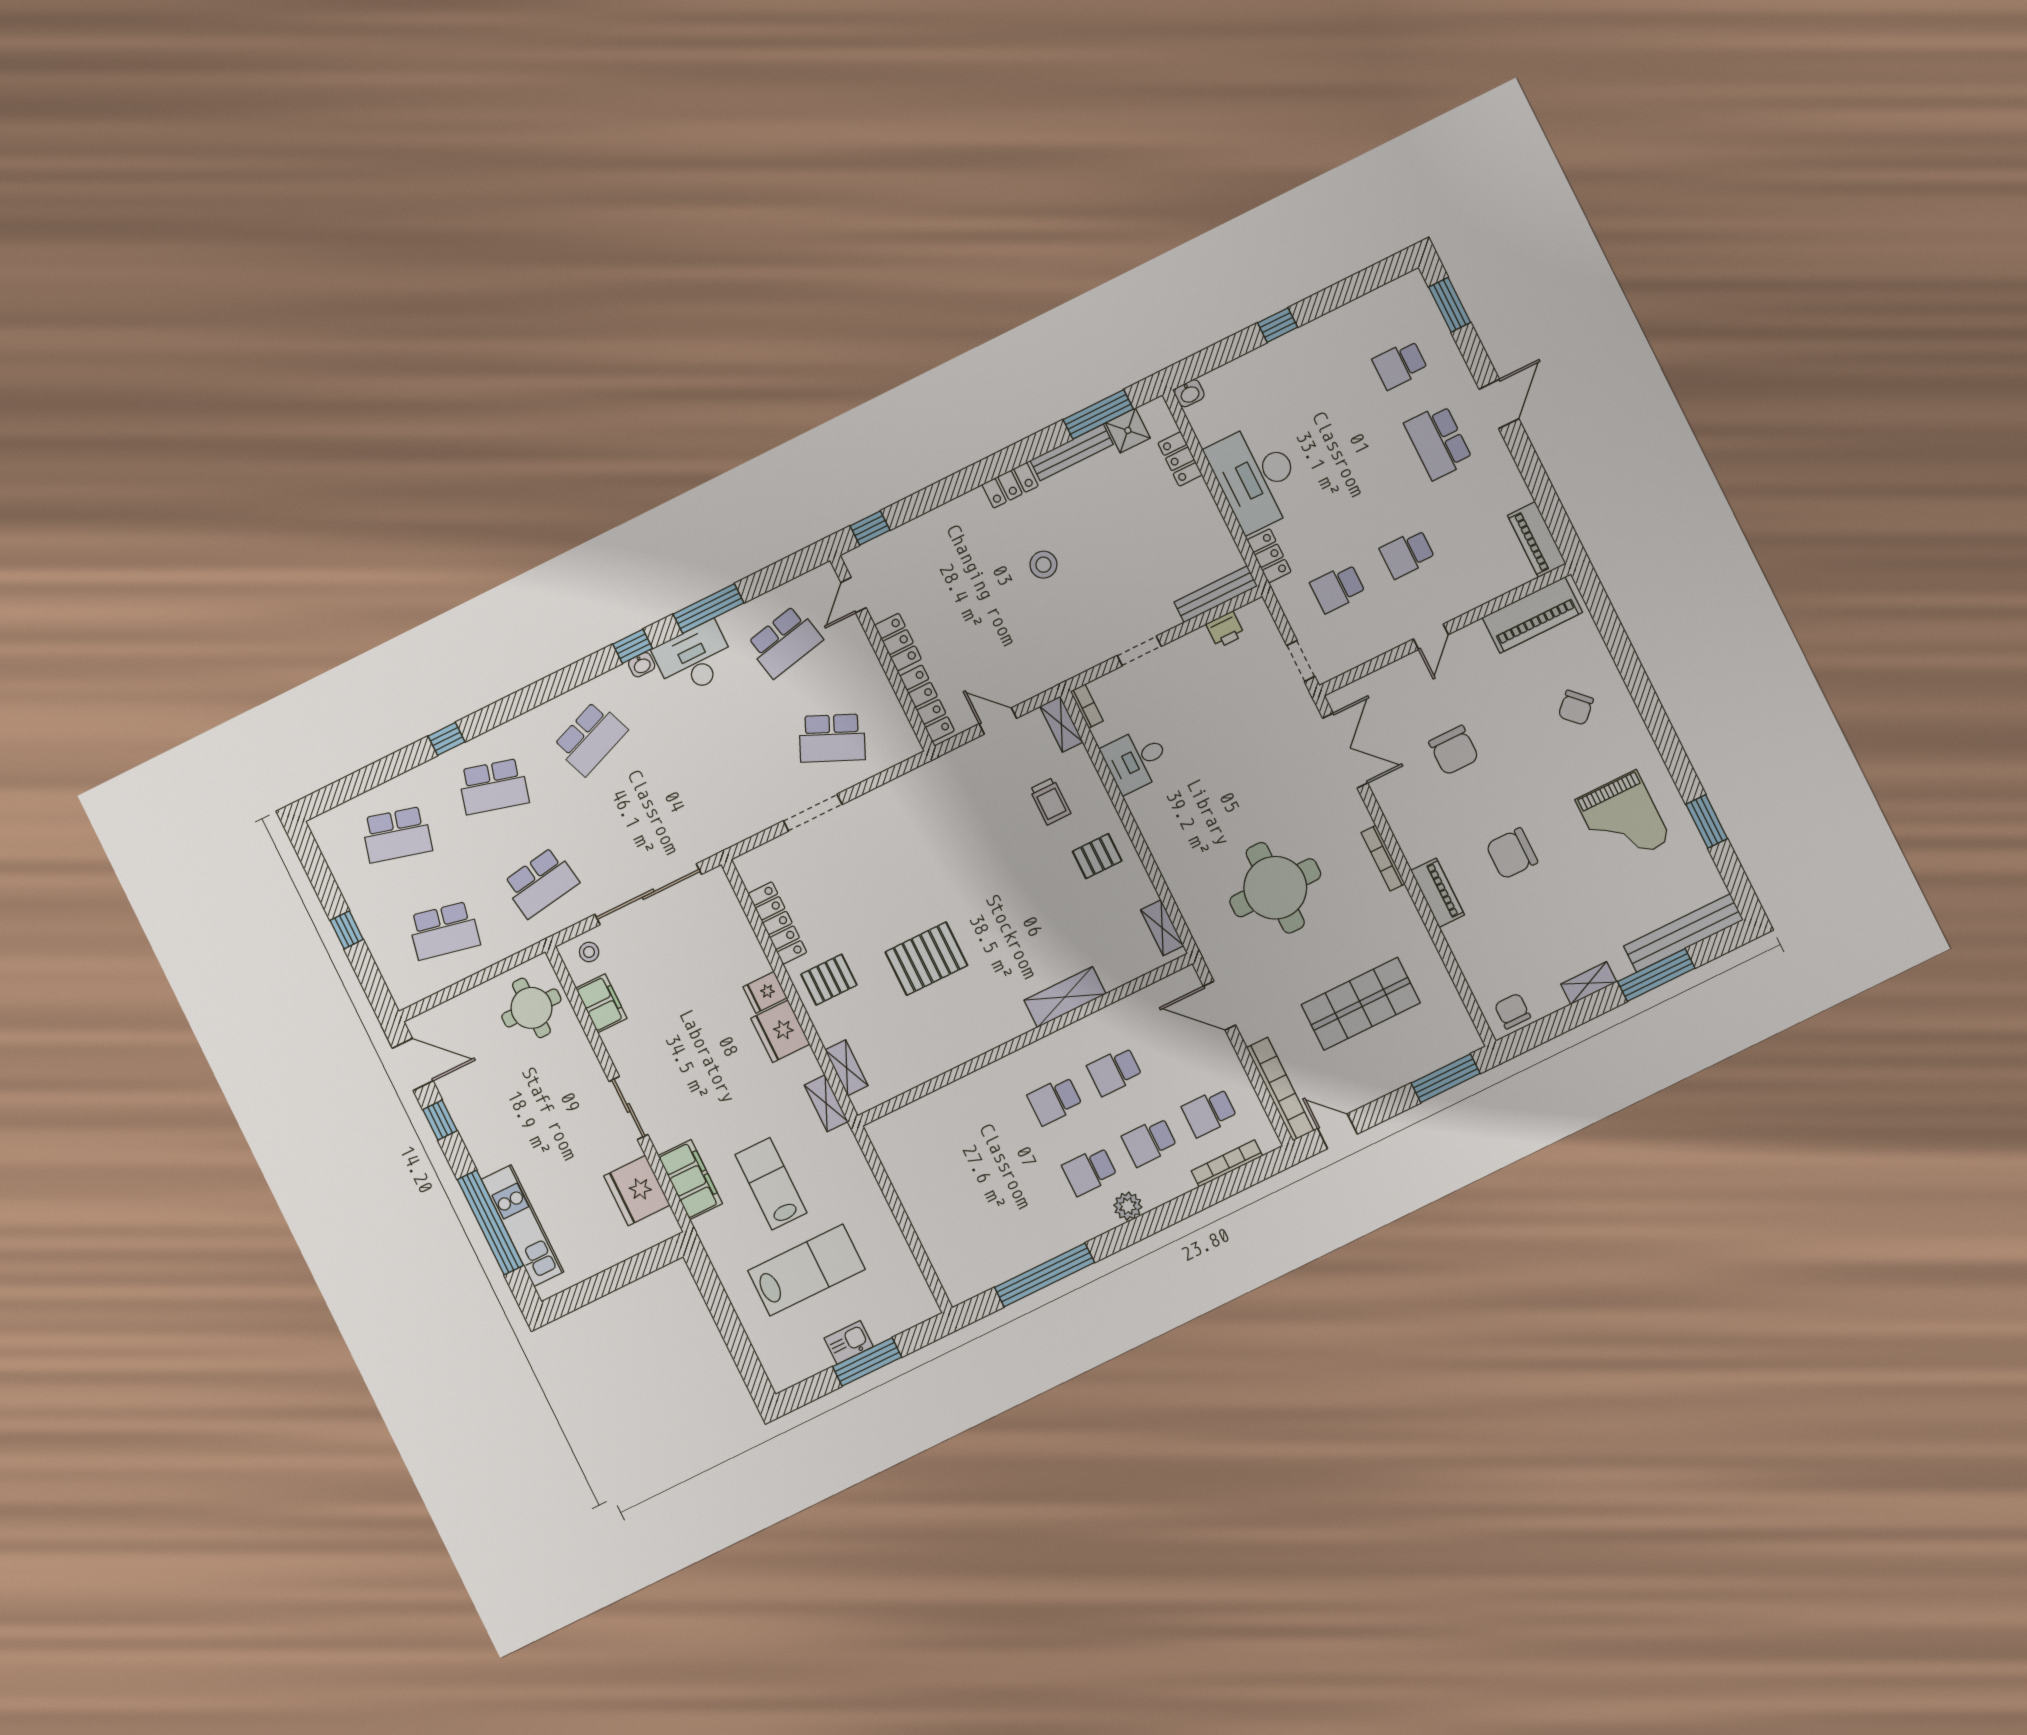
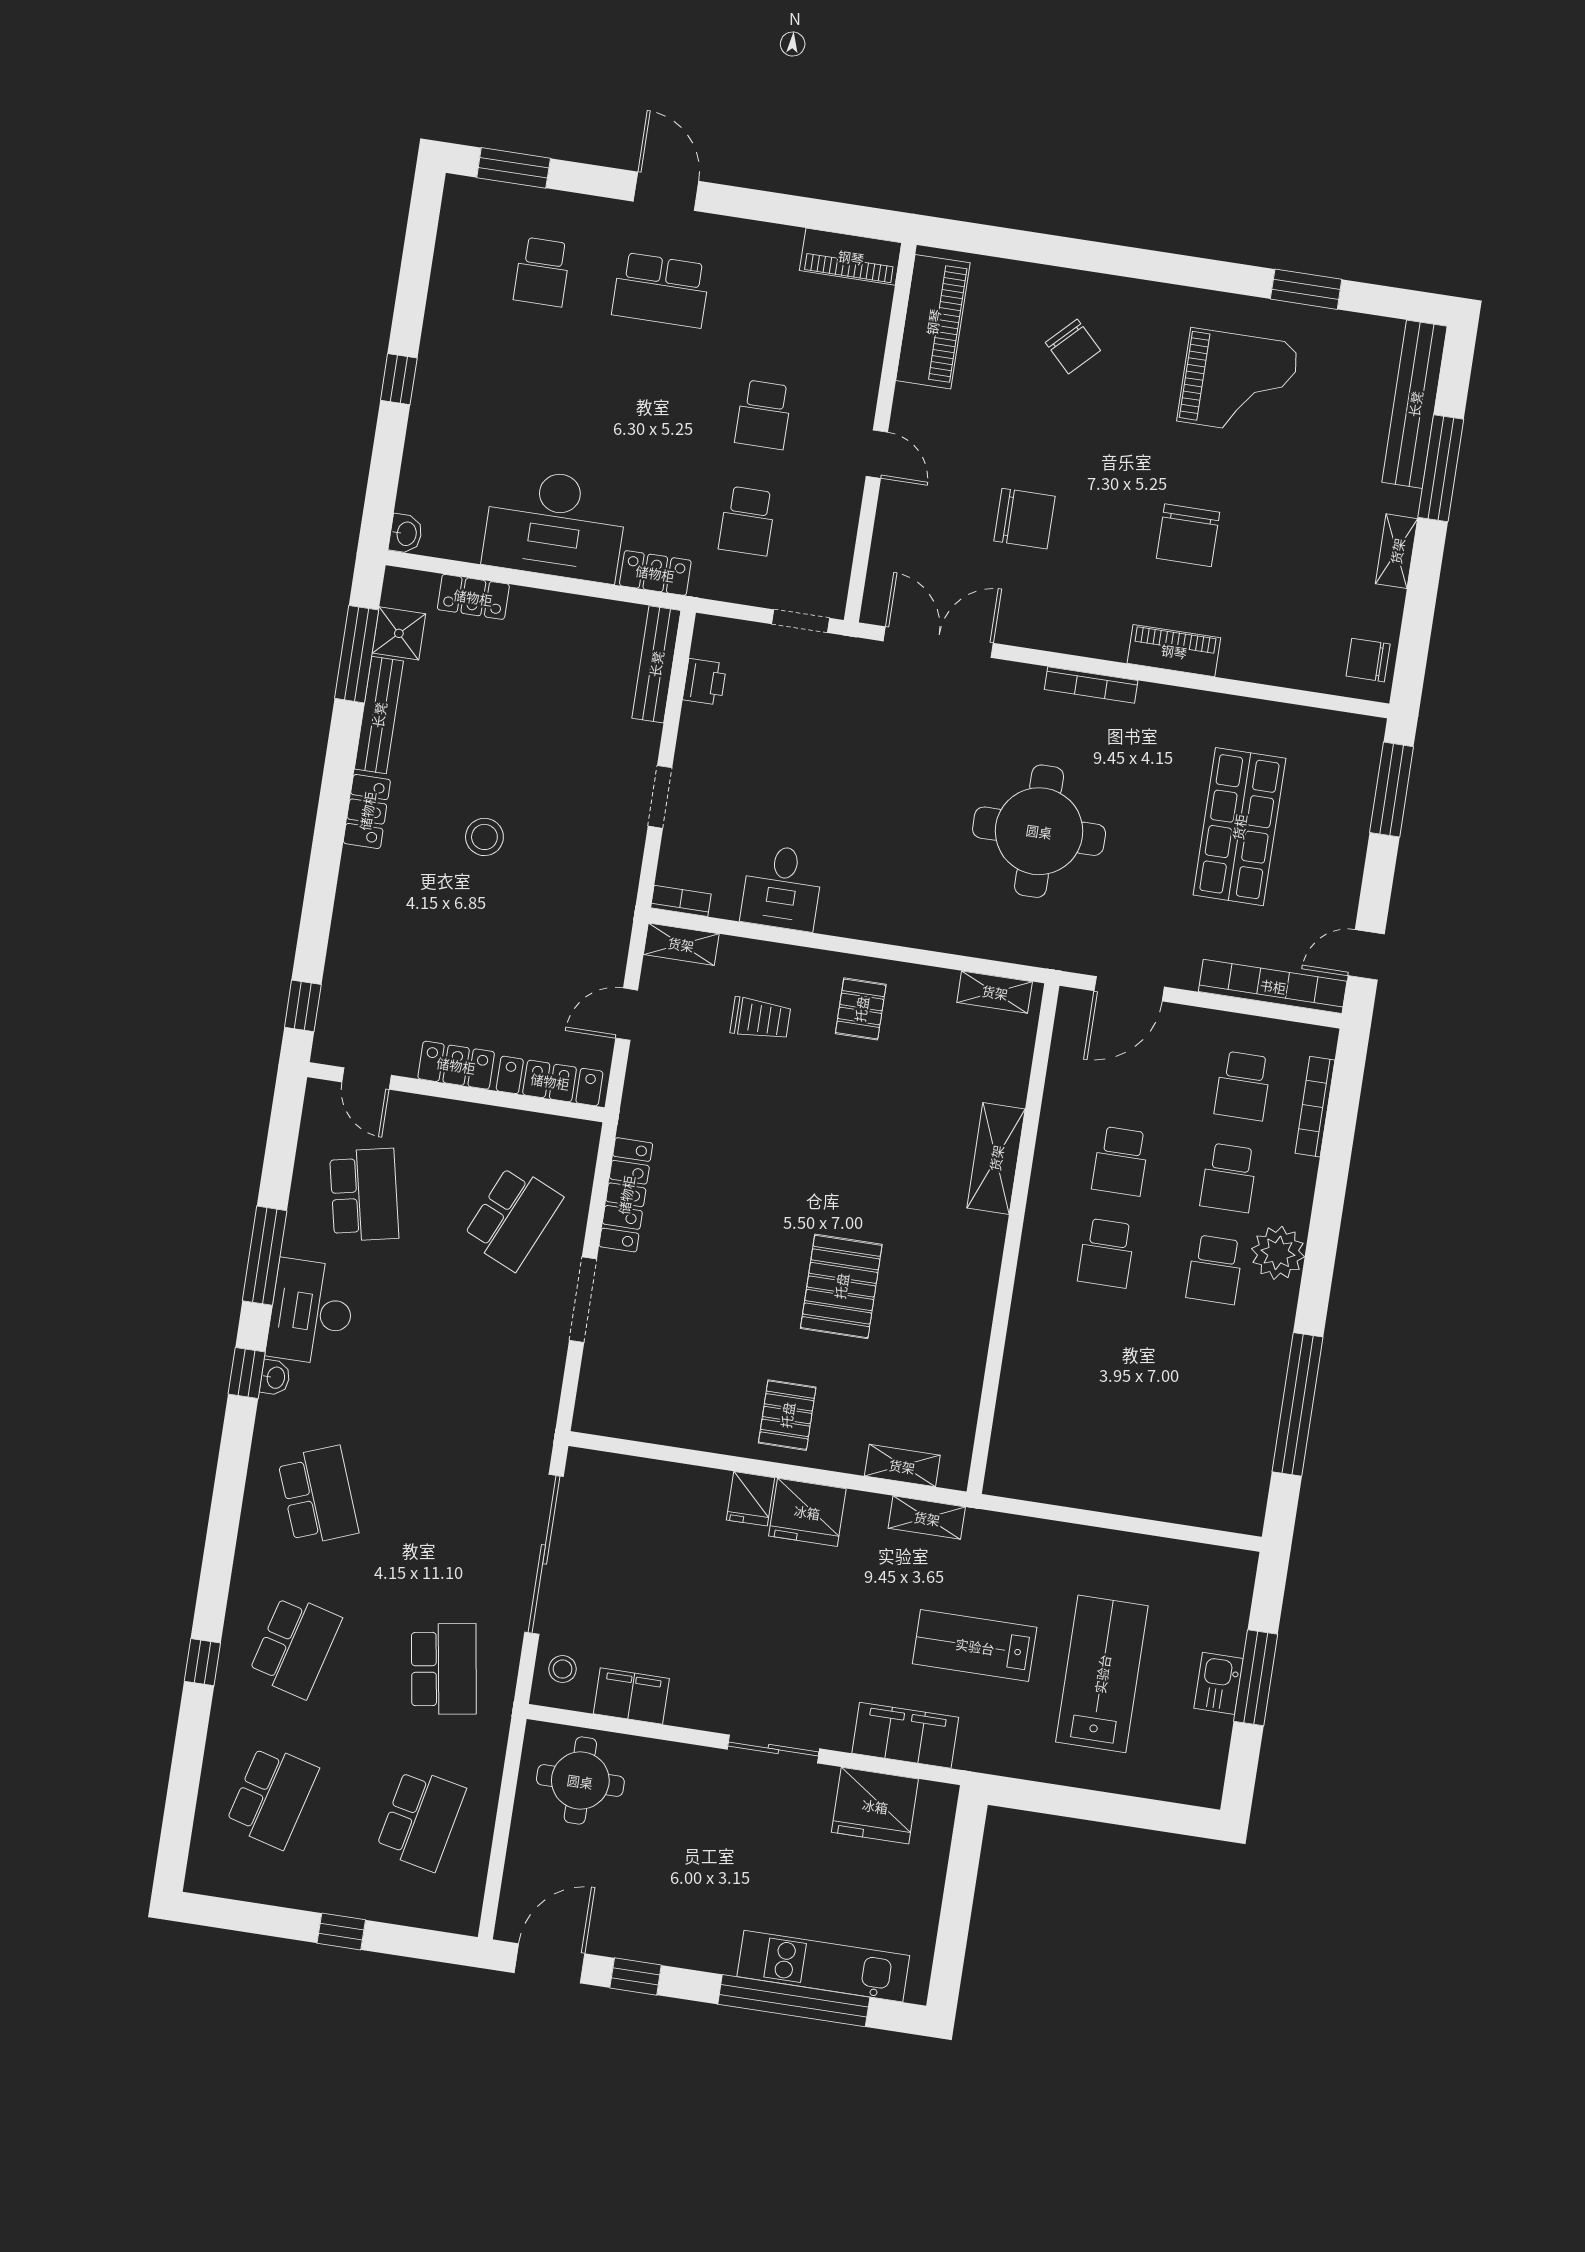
locker: (777, 923) -> (626, 1195), moved, turned 90
plant: (1128, 1206) -> (1278, 1253), width x1.36, depth x1.36

